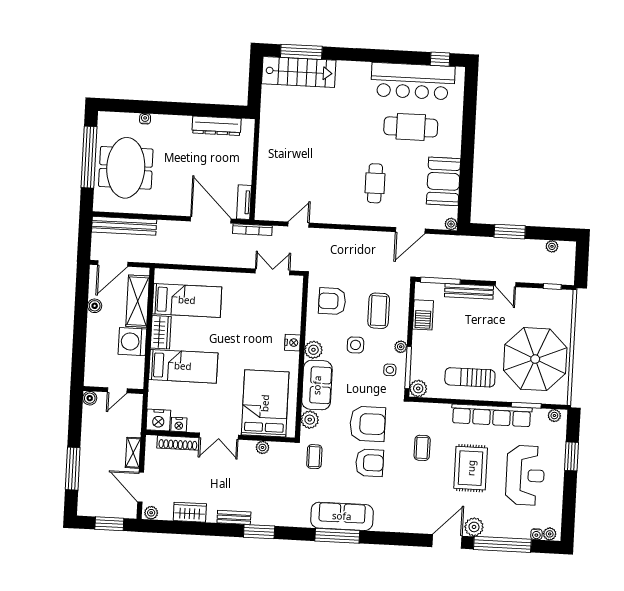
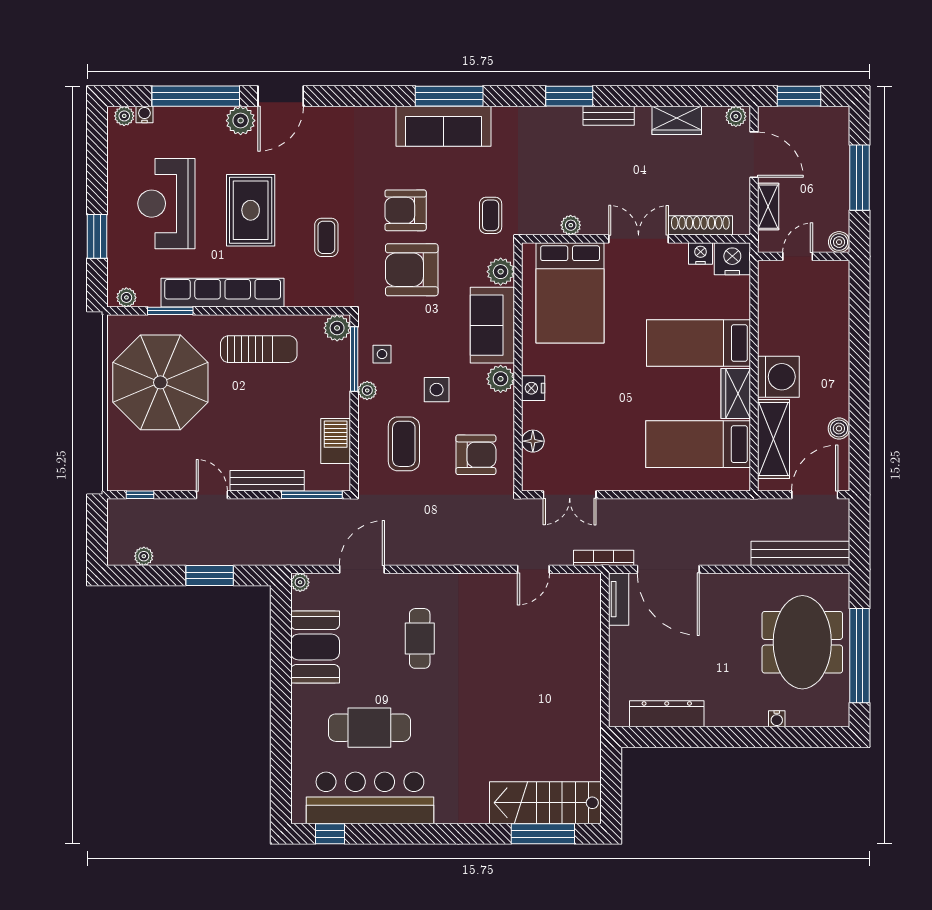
floor lamp: (294, 308) -> (533, 441), added
wall: (113, 390) -> (804, 256), moved
door: (117, 390) -> (798, 256), moved
boiler: (90, 398) -> (839, 242), moved

